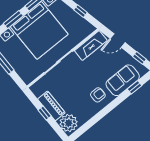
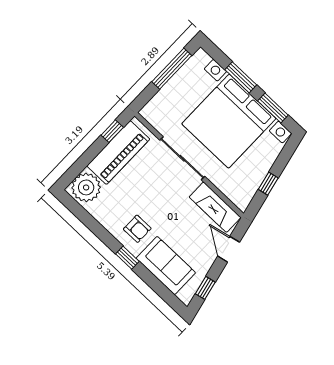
window: (134, 87) -> (127, 258), moved
piano: (51, 106) -> (118, 153), width x1.37, depth x1.33
window: (45, 113) -> (112, 131), moved

